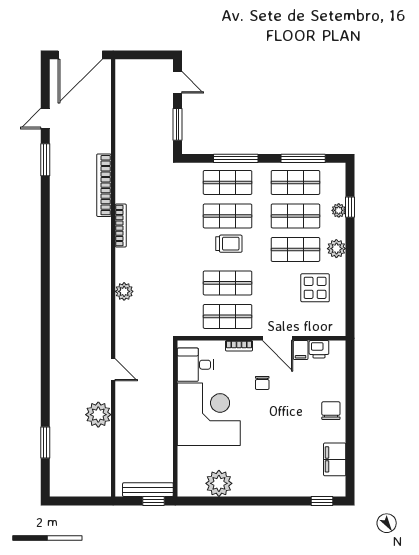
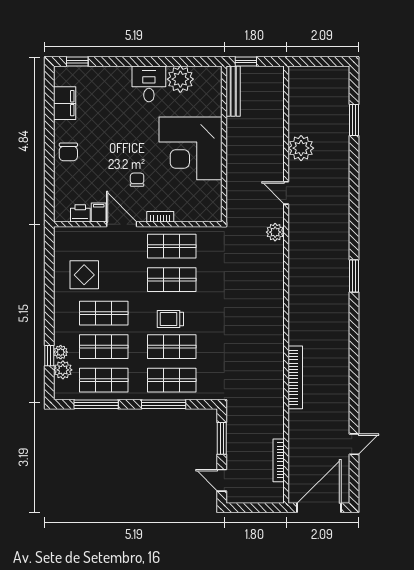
window: (45, 160) -> (354, 276), moved
bookcase: (121, 226) -> (279, 460), moved
plant: (336, 249) -> (63, 370), moved
plant: (124, 291) -> (275, 232), moved
desk: (195, 365) -> (149, 84), moved, turned -90
bench: (148, 490) -> (233, 91), moved, turned 90

